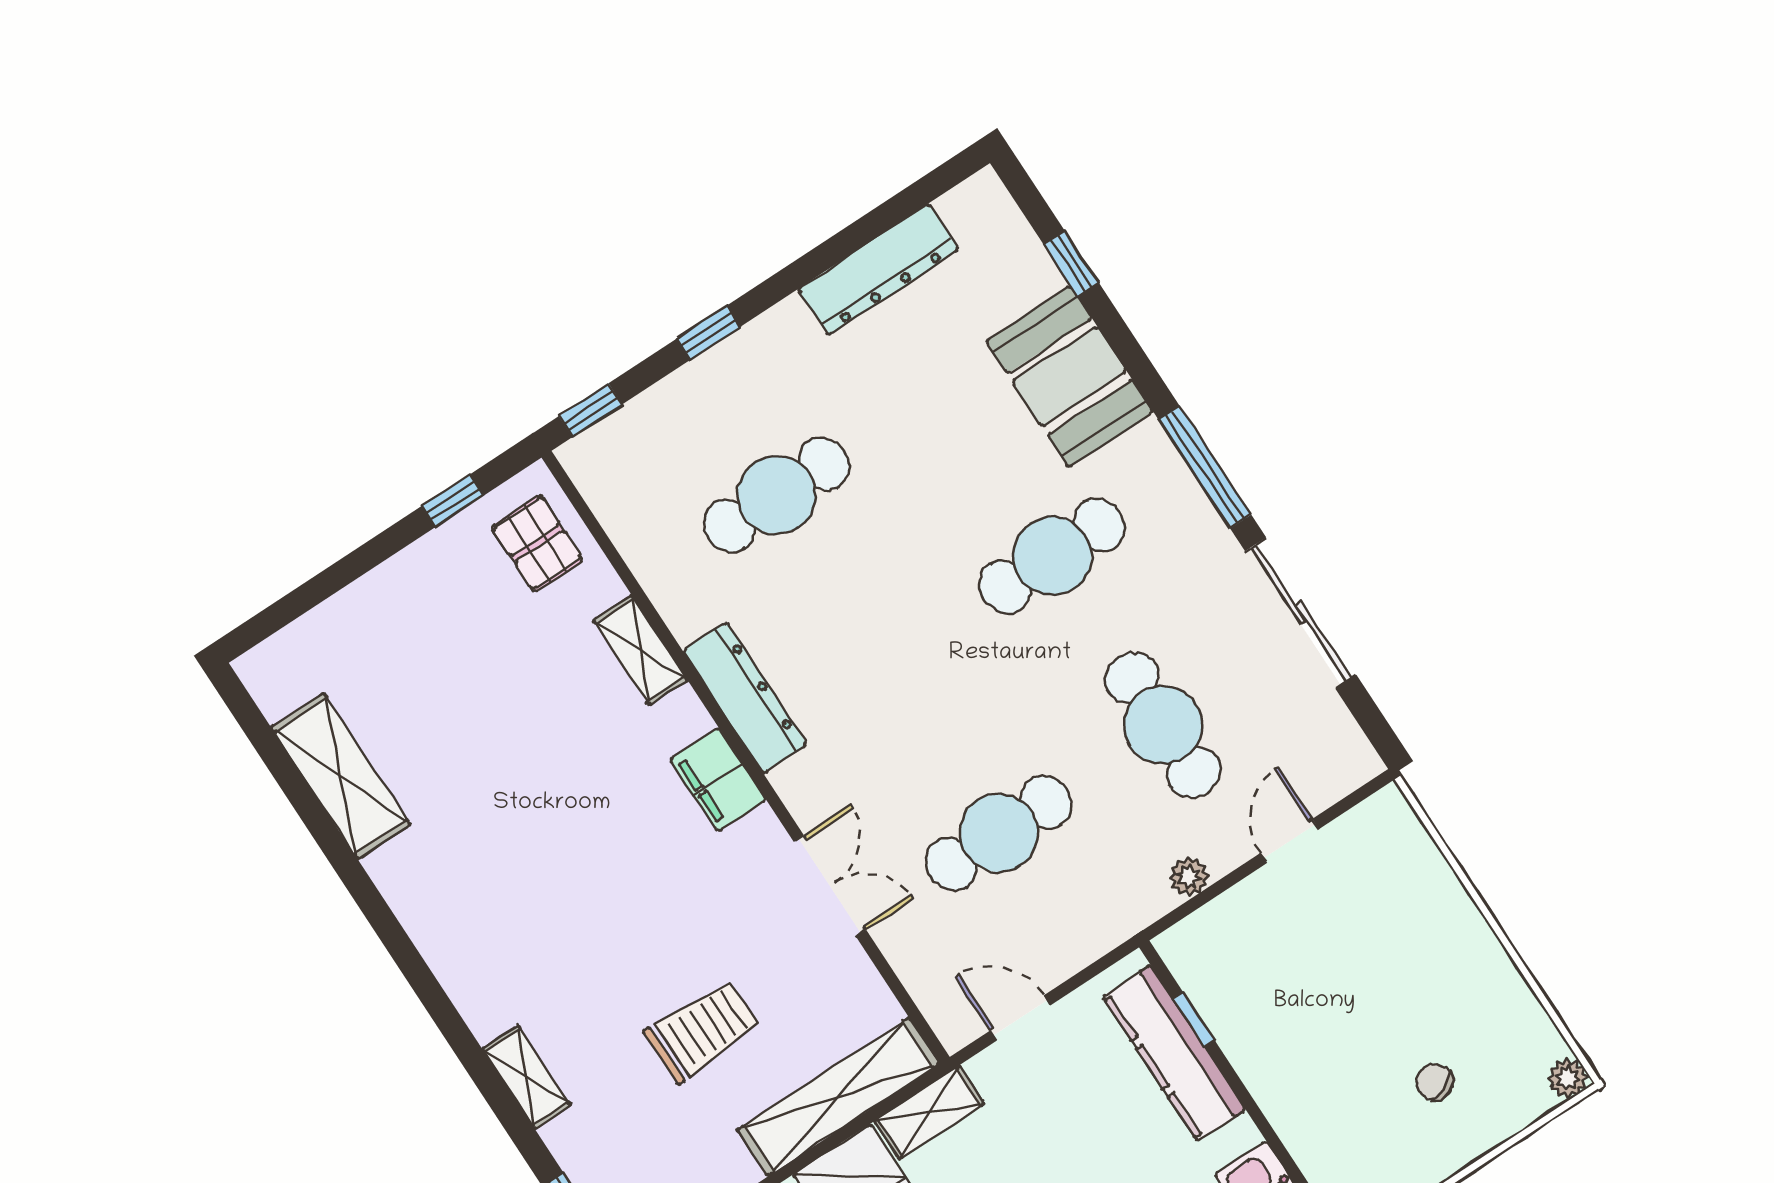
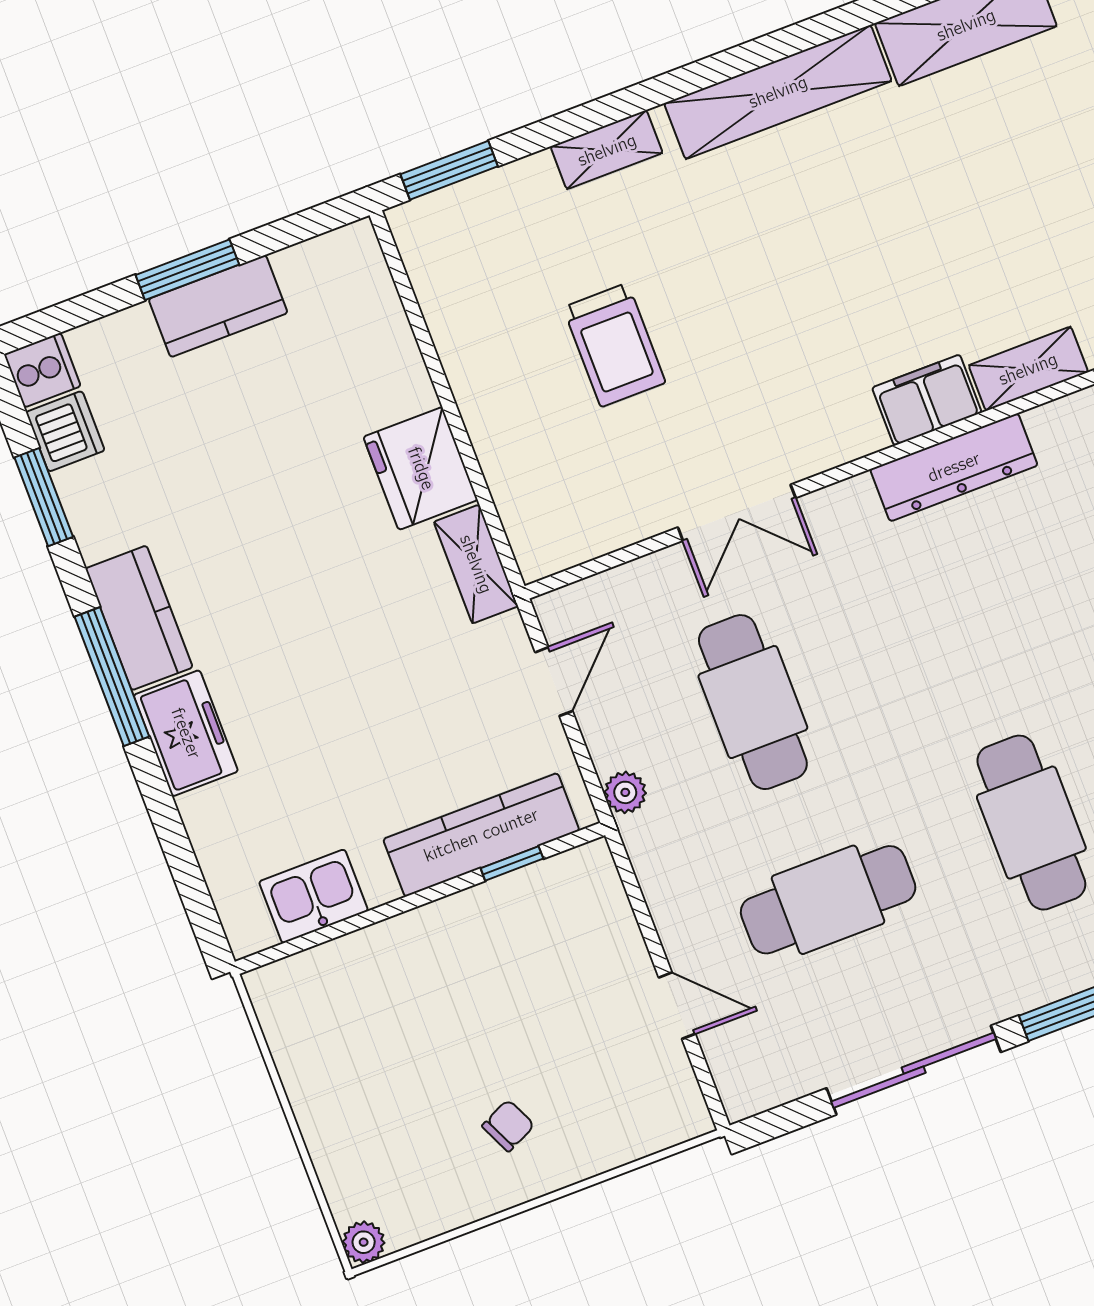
filing cabinet: (718, 780) -> (927, 400), moved
plant: (1189, 877) -> (625, 792), moved
chair: (1435, 1082) -> (508, 1126), moved
shelving: (838, 1097) -> (778, 92), moved, turned 90

